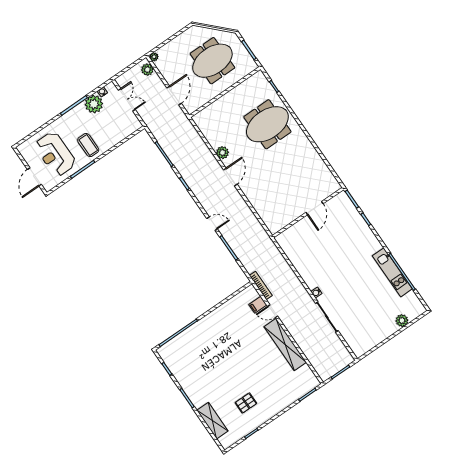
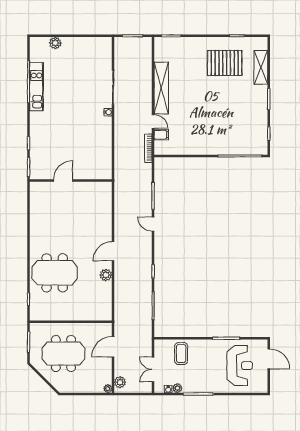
plant: (94, 104) -> (177, 388), width x0.53, depth x0.53
coffee table: (88, 145) -> (181, 354), moved
door: (34, 177) -> (269, 359), hinge flipped
pallet: (246, 403) -> (225, 63), width x2.05, depth x2.00

